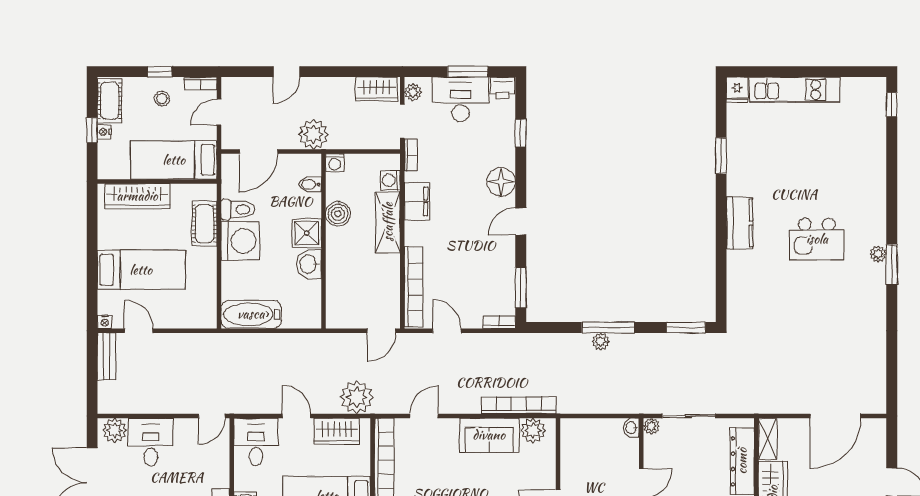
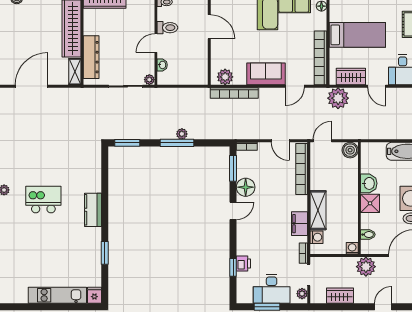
printer: (503, 88) -> (243, 263), moved, turned 90
wardrobe: (376, 89) -> (340, 296), moved
floor lamp: (501, 182) -> (246, 187), moved
boiler: (338, 214) -> (350, 150), moved
washbasin: (631, 428) -> (162, 65), moved
sofa: (489, 435) -> (266, 74), moved

